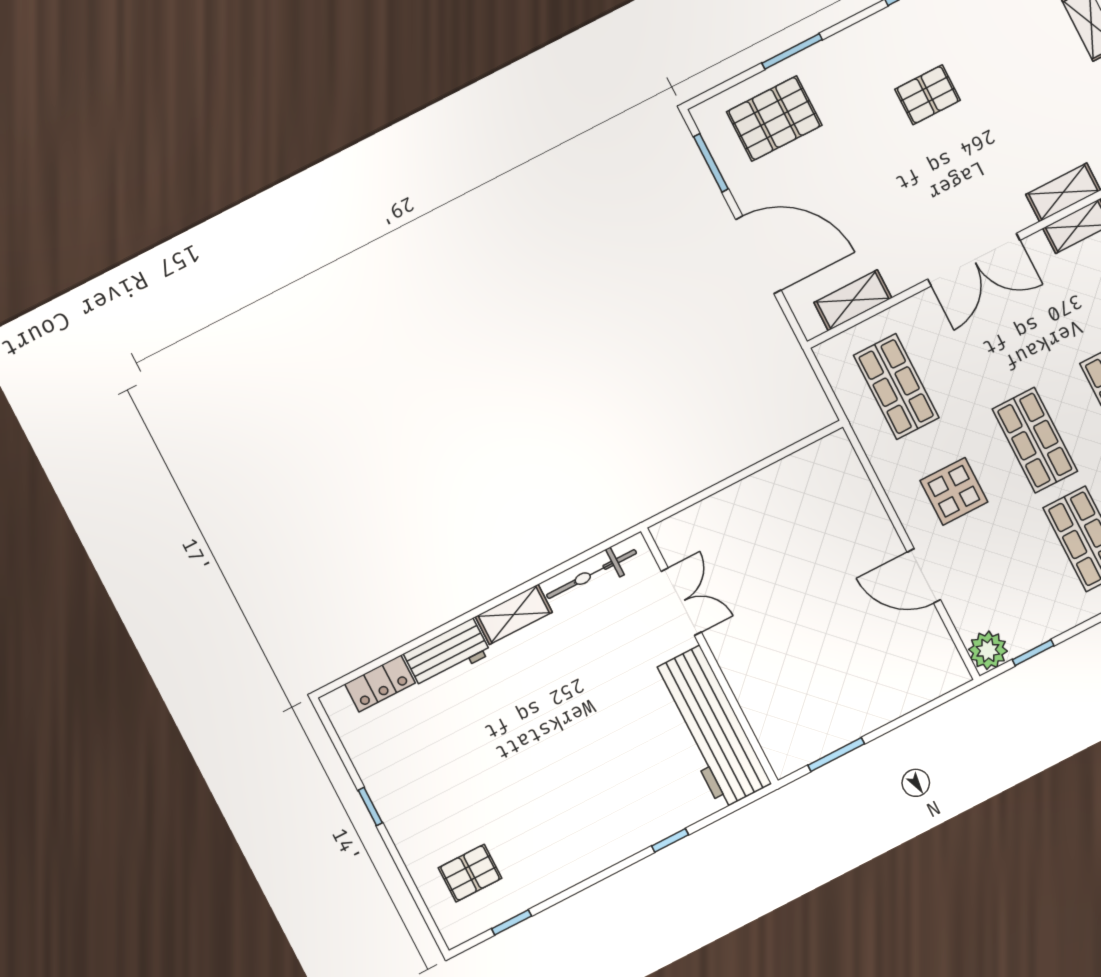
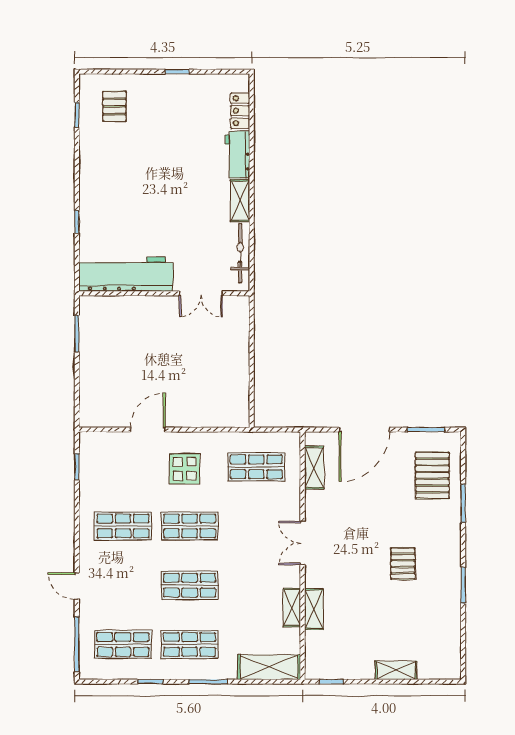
double door: (974, 260) -> (302, 543), width x0.73
plant: (988, 650) -> (90, 443), removed

